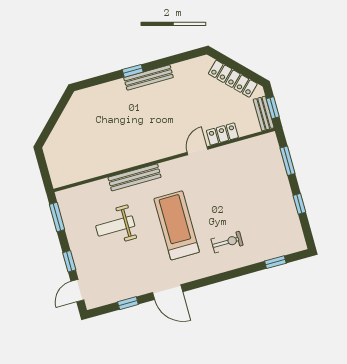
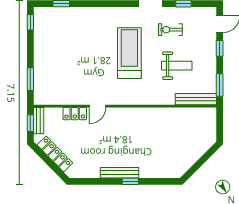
bench: (134, 177) -> (196, 99), moved
window: (299, 204) -> (30, 22), moved
treadmill: (177, 225) -> (129, 53), turned 180
exercise bike: (227, 242) -> (170, 30), moved

